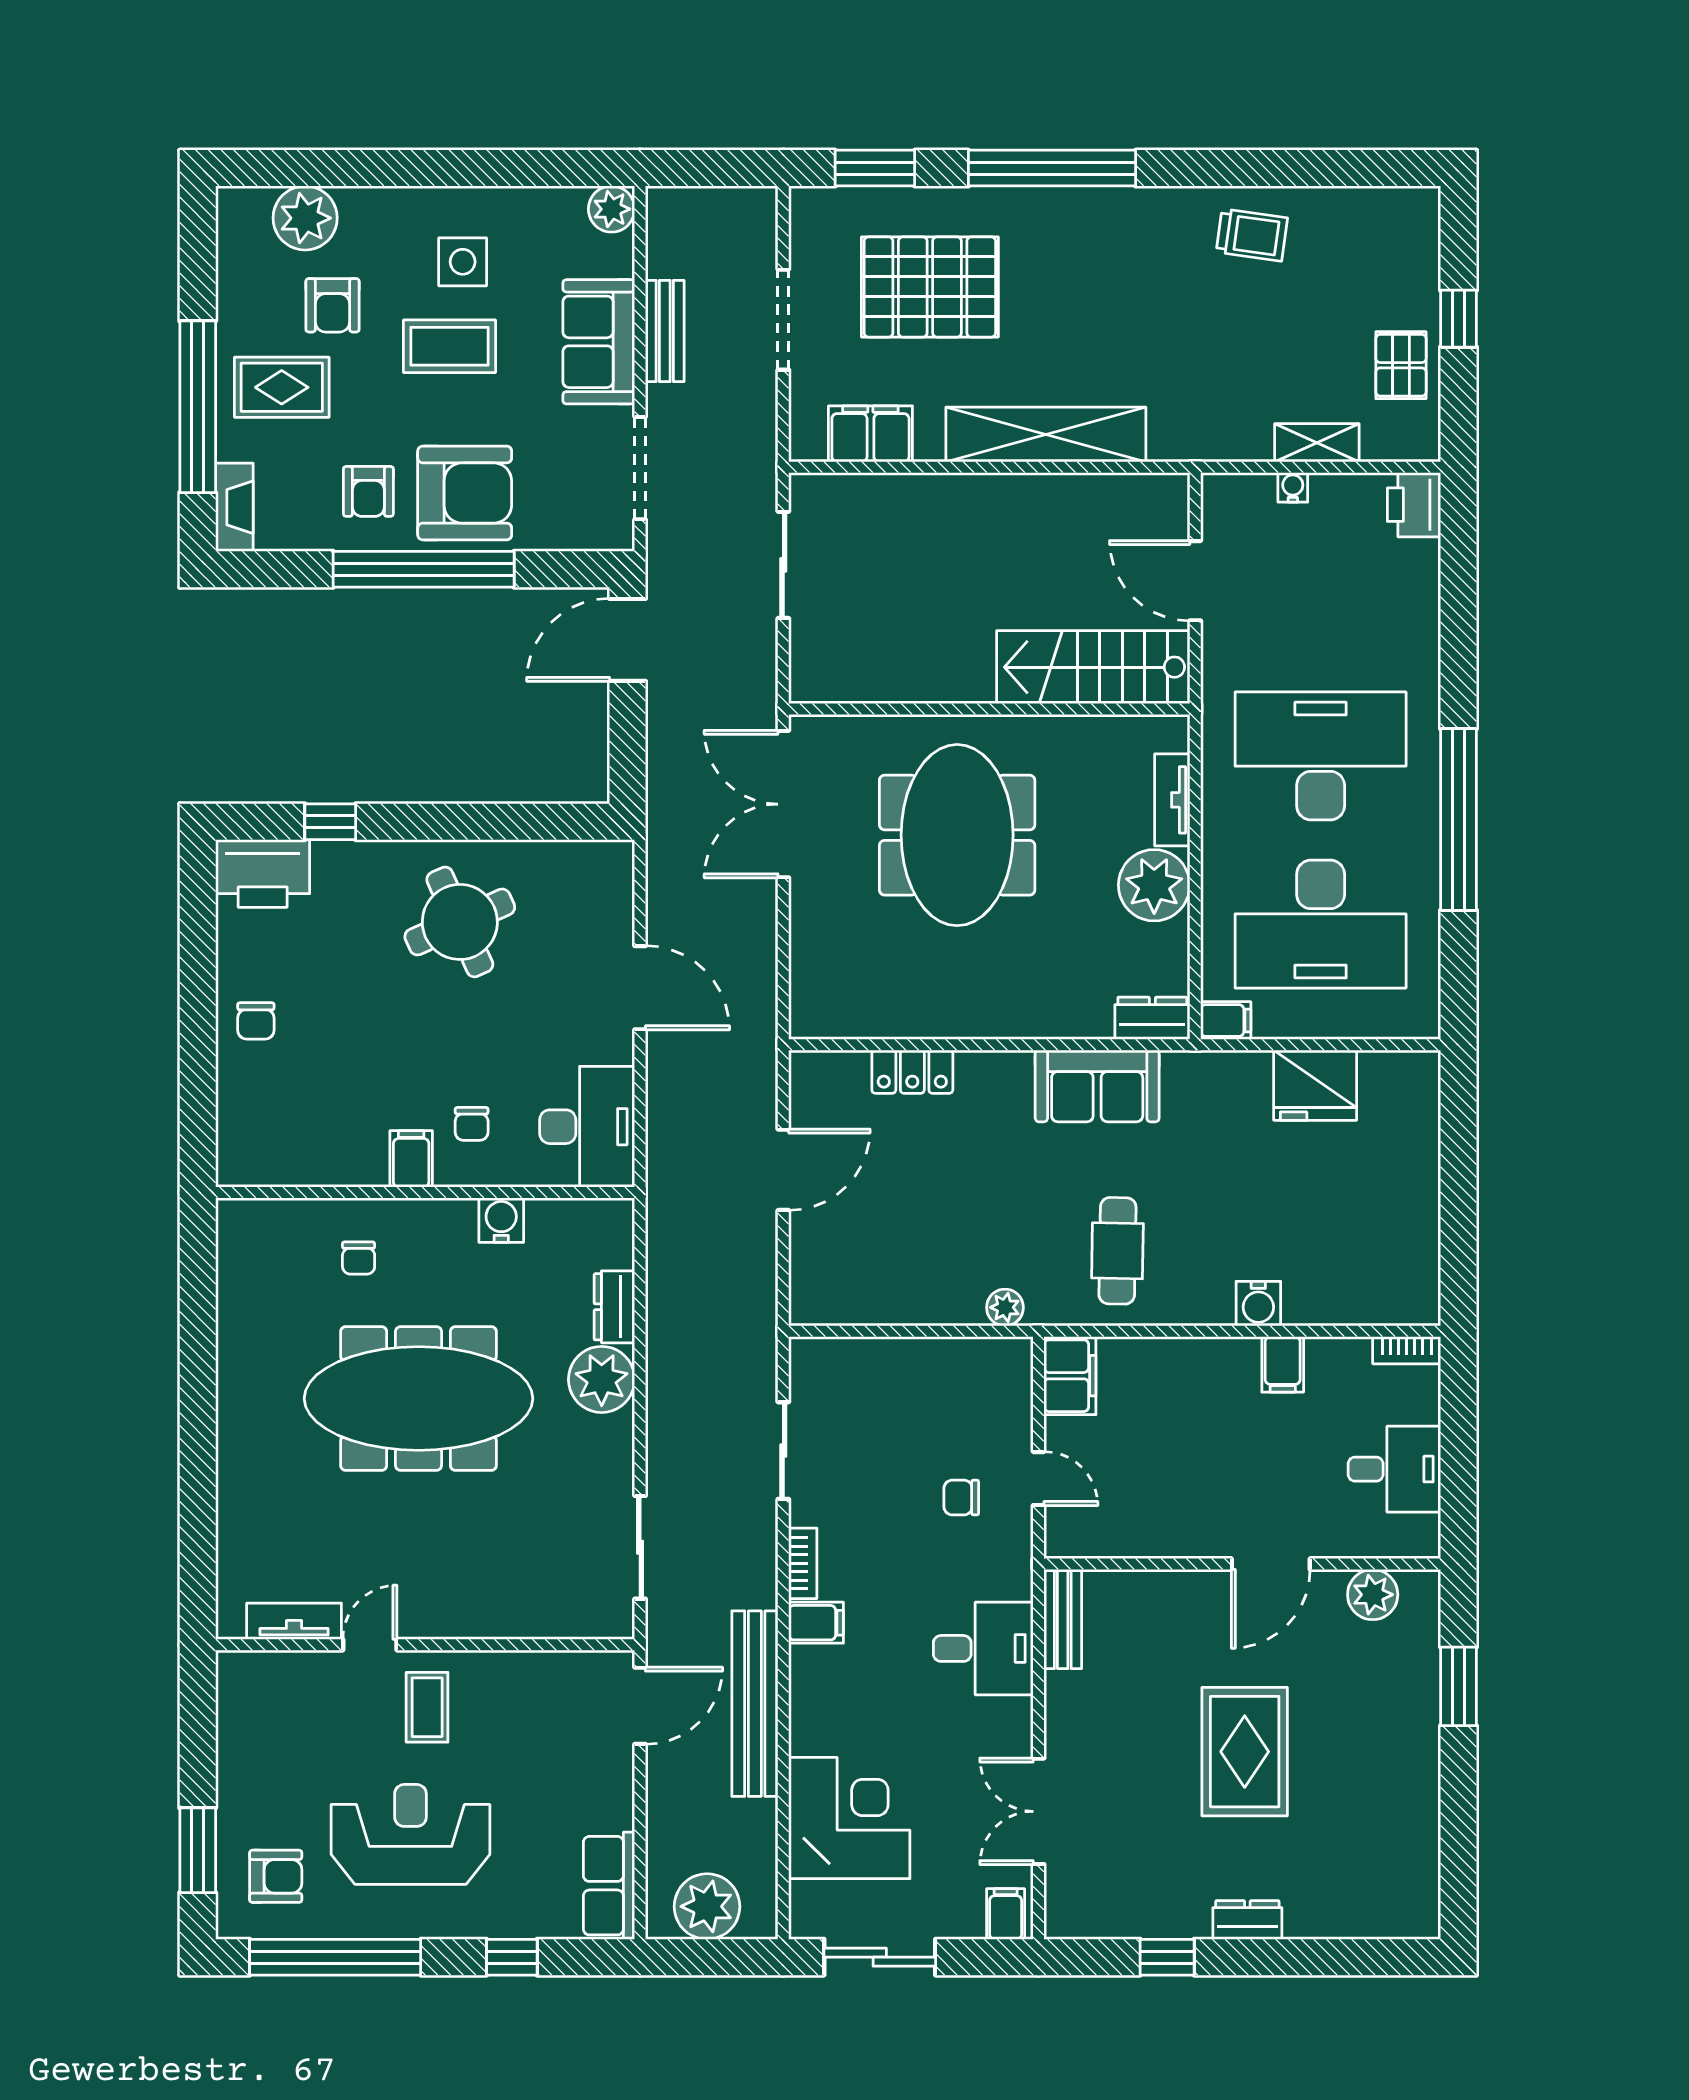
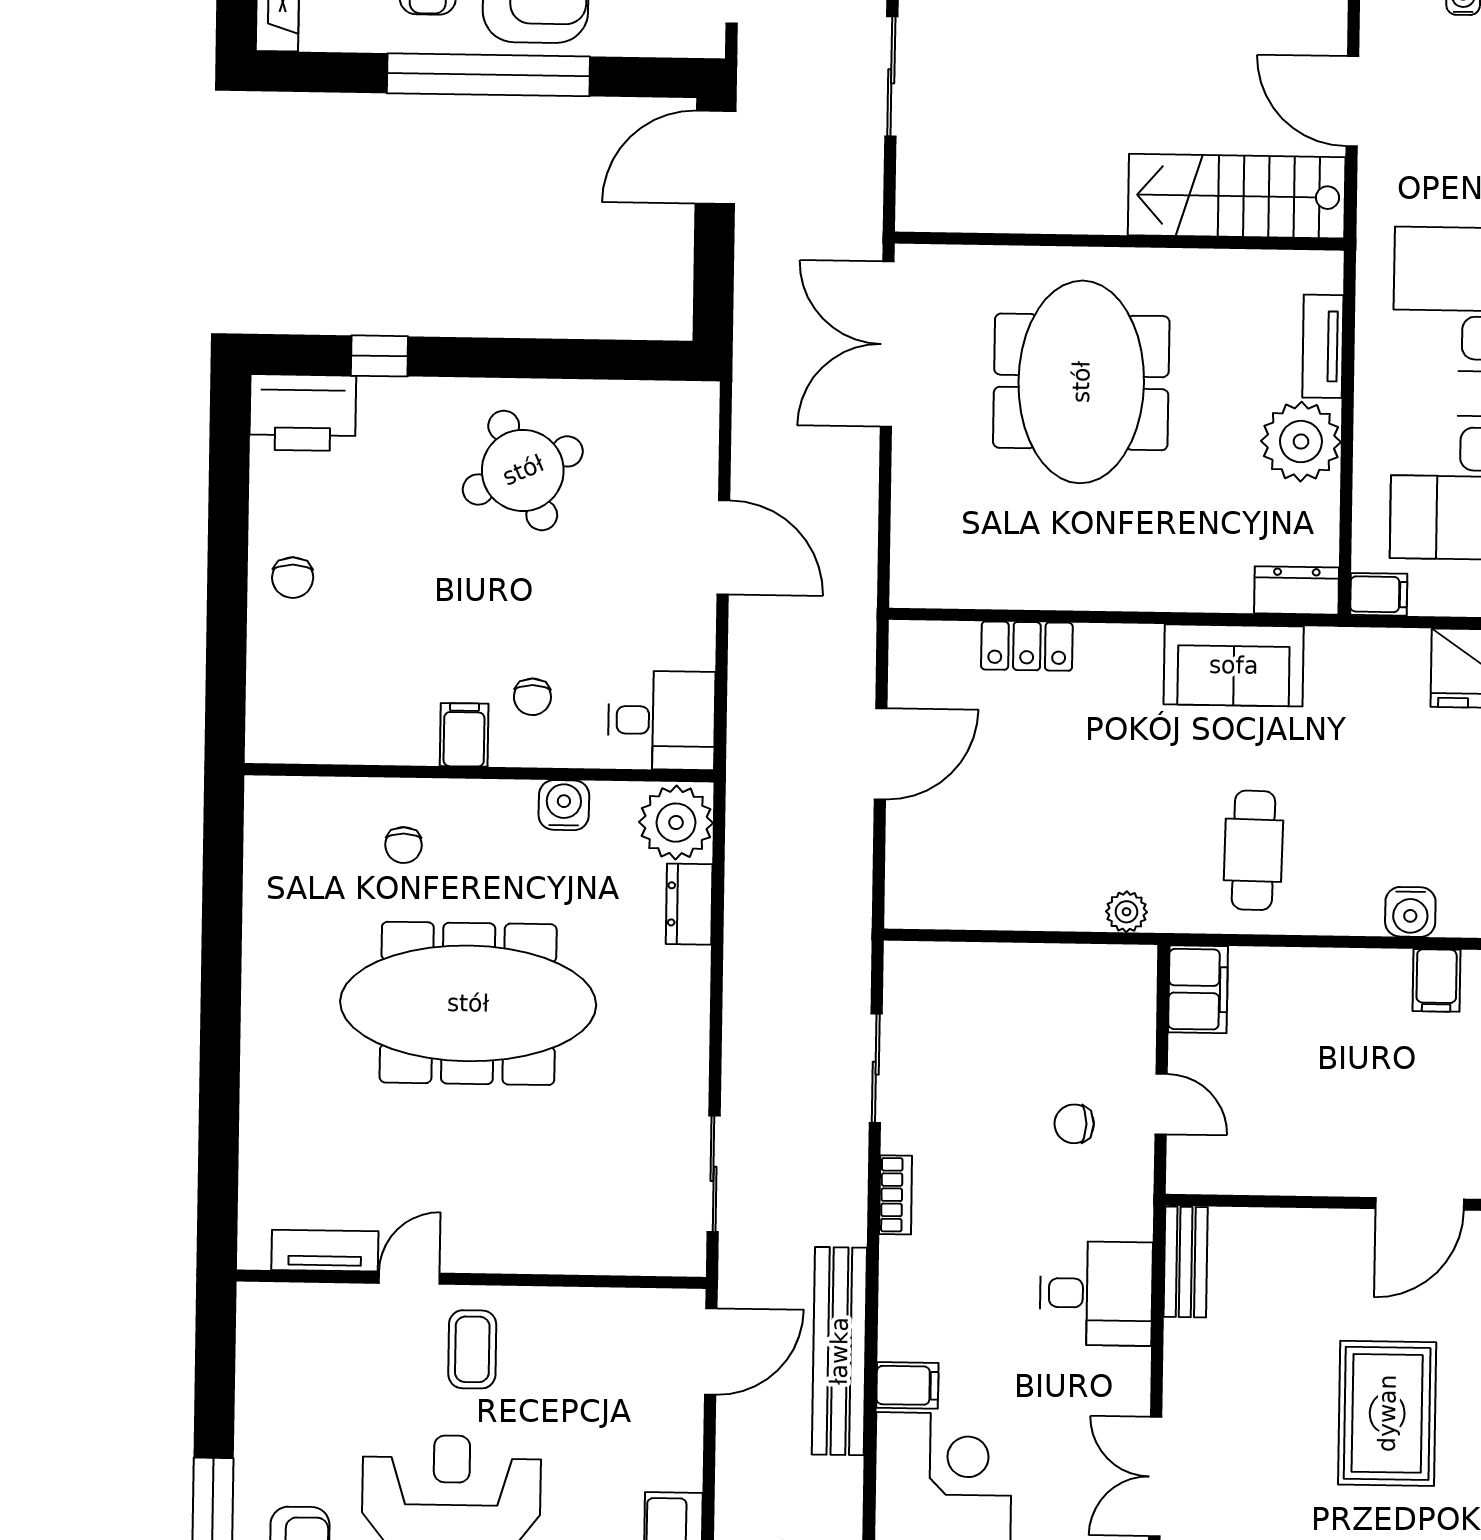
desk: (587, 1127) -> (662, 720), width x0.73
plant: (602, 1379) -> (676, 823), moved
filing cabinet: (816, 1623) -> (907, 1385), moved

